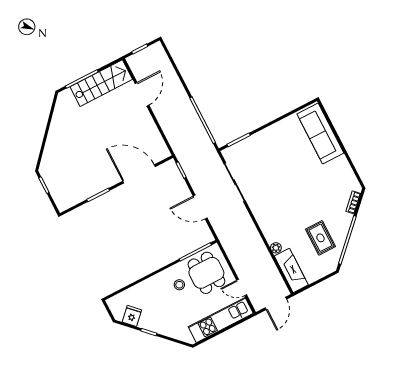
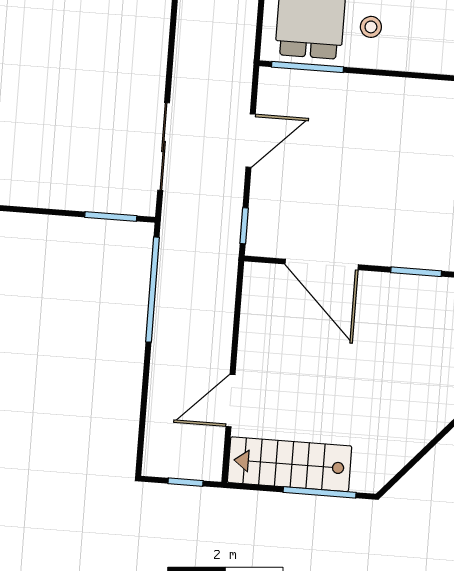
door: (200, 207) -> (251, 141), hinge flipped

